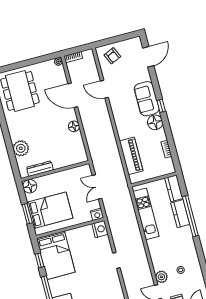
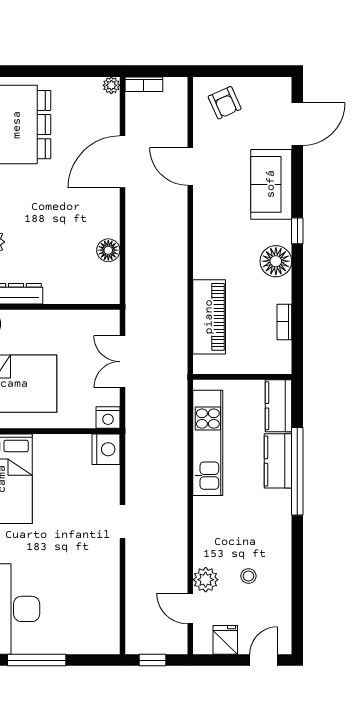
door: (73, 95) -> (122, 162), hinge flipped
sofa: (147, 99) -> (271, 184), moved
floor lamp: (74, 126) -> (108, 250), moved

